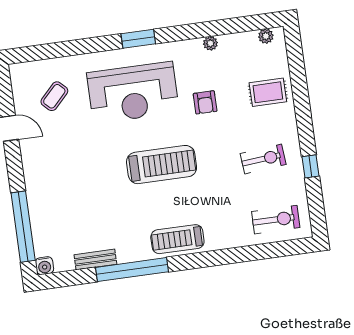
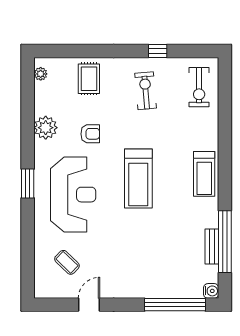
plant: (210, 43) -> (46, 128), width x1.88, depth x1.88
treadmill: (162, 165) -> (138, 179), turned 180
exercise bike: (276, 220) -> (199, 87), turned 180
window: (132, 270) -> (225, 242), moved

